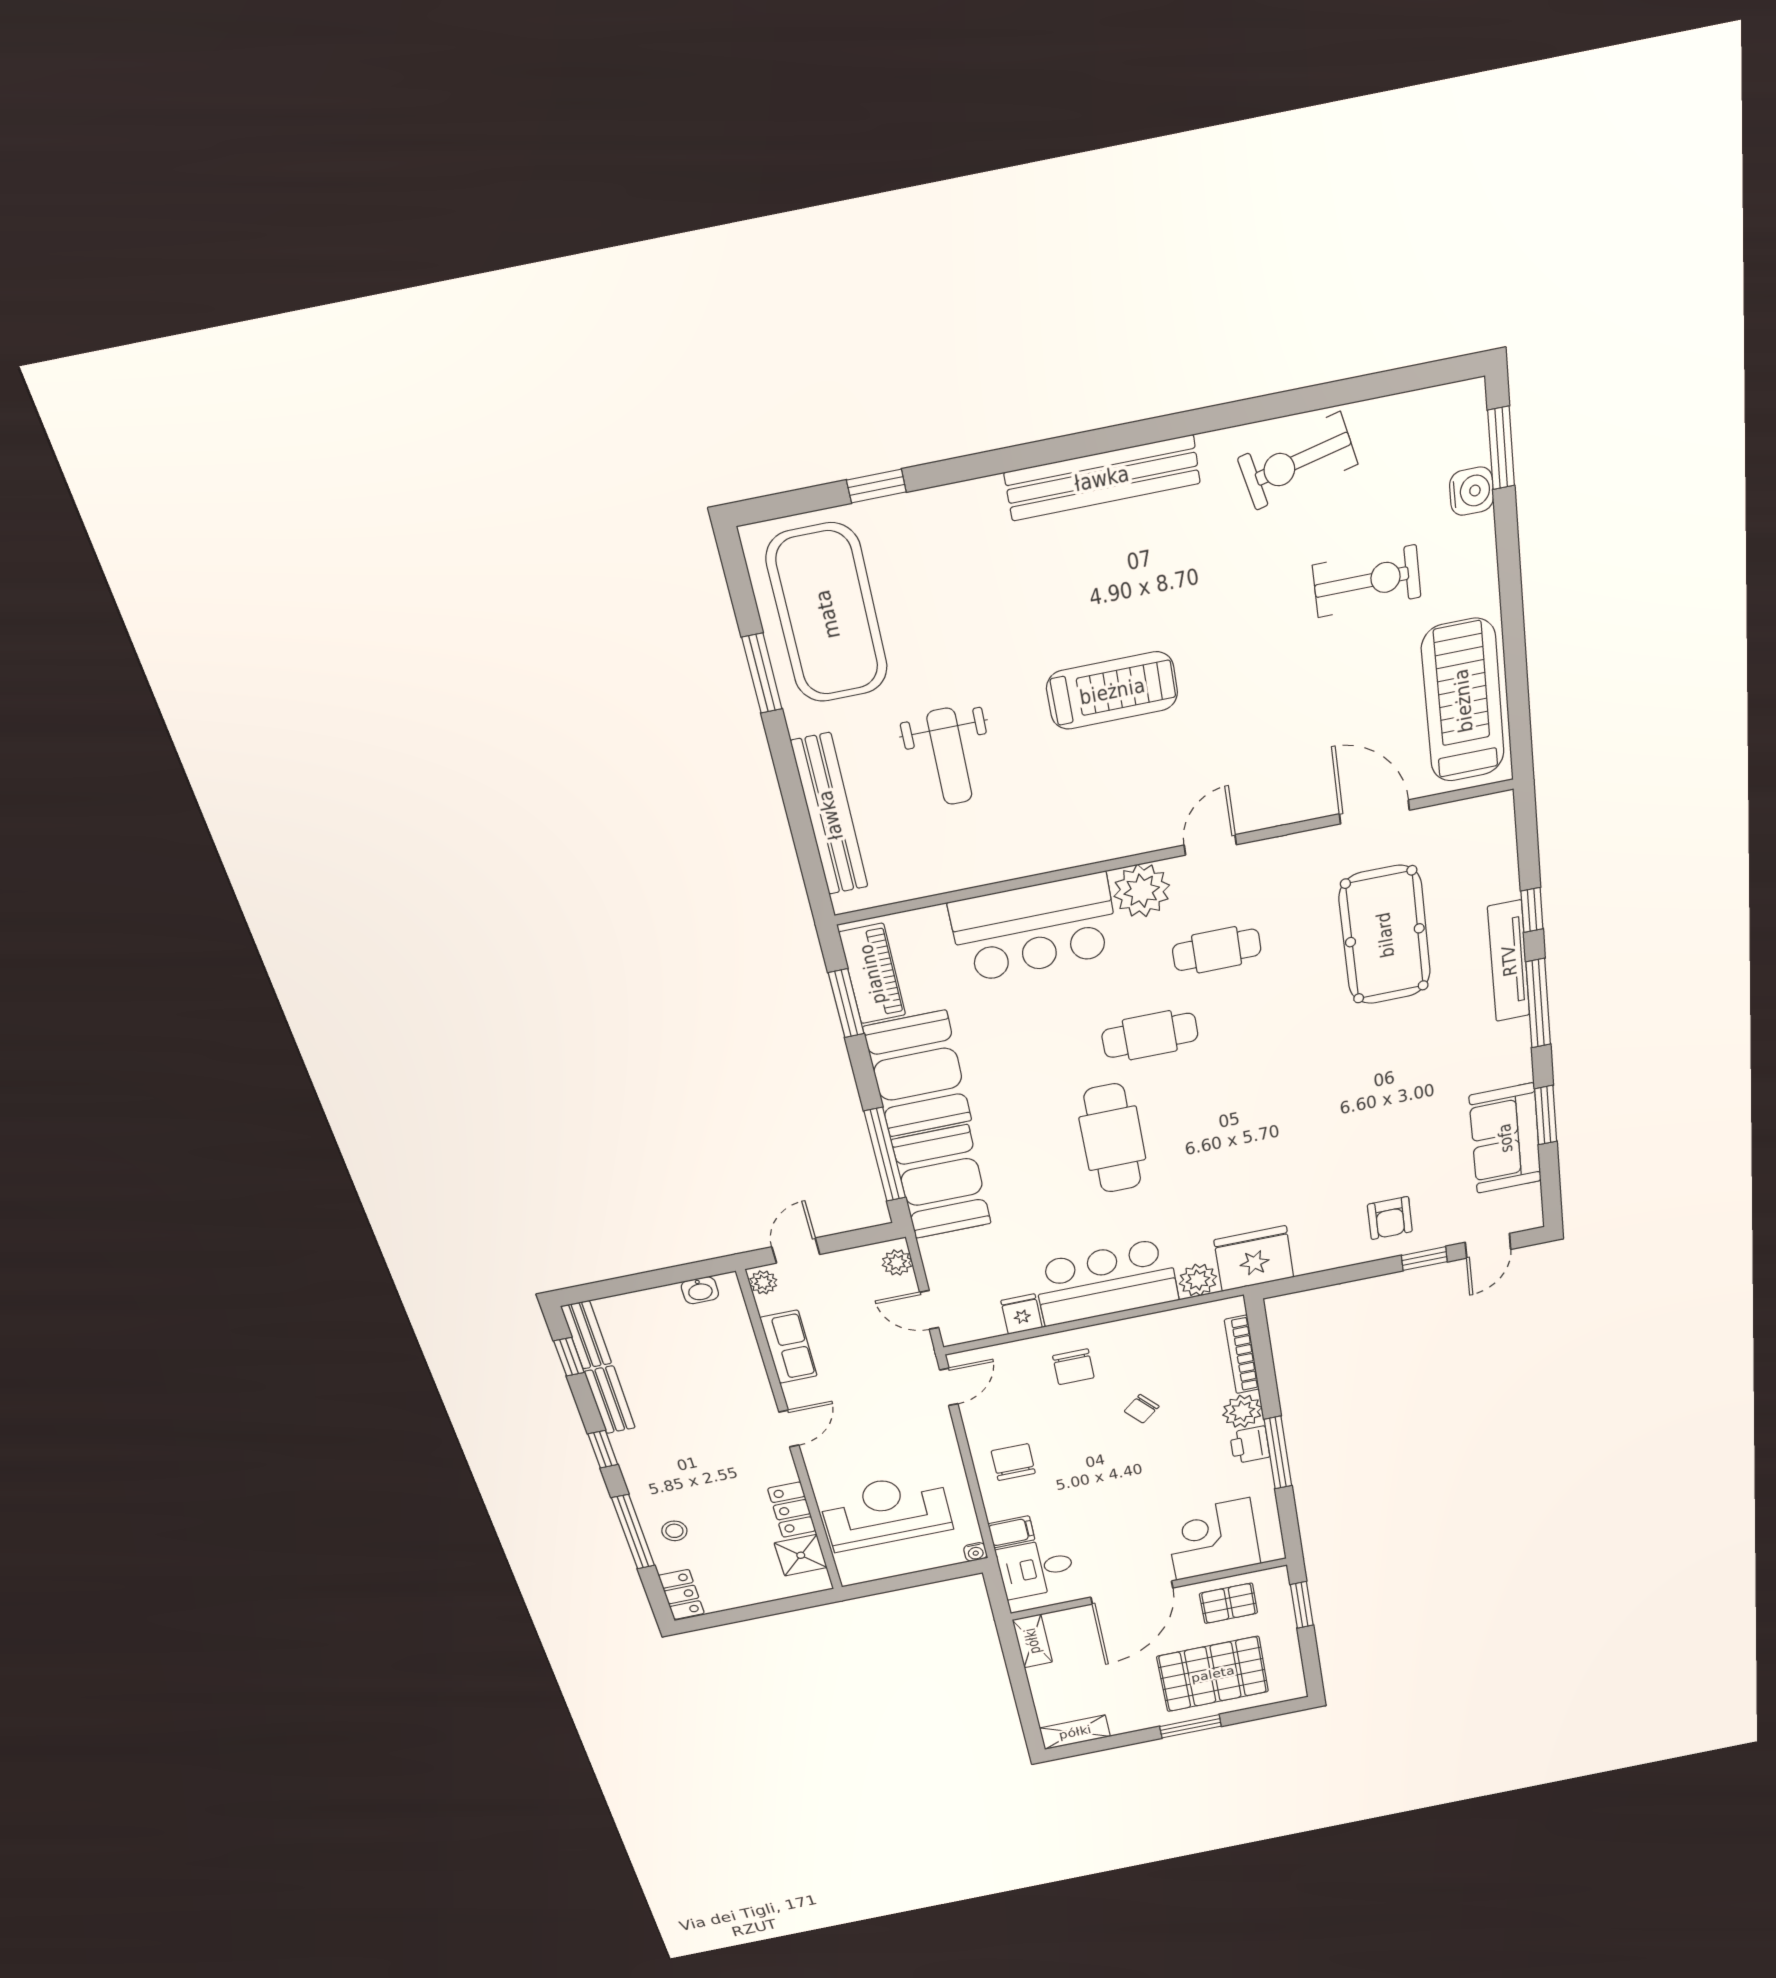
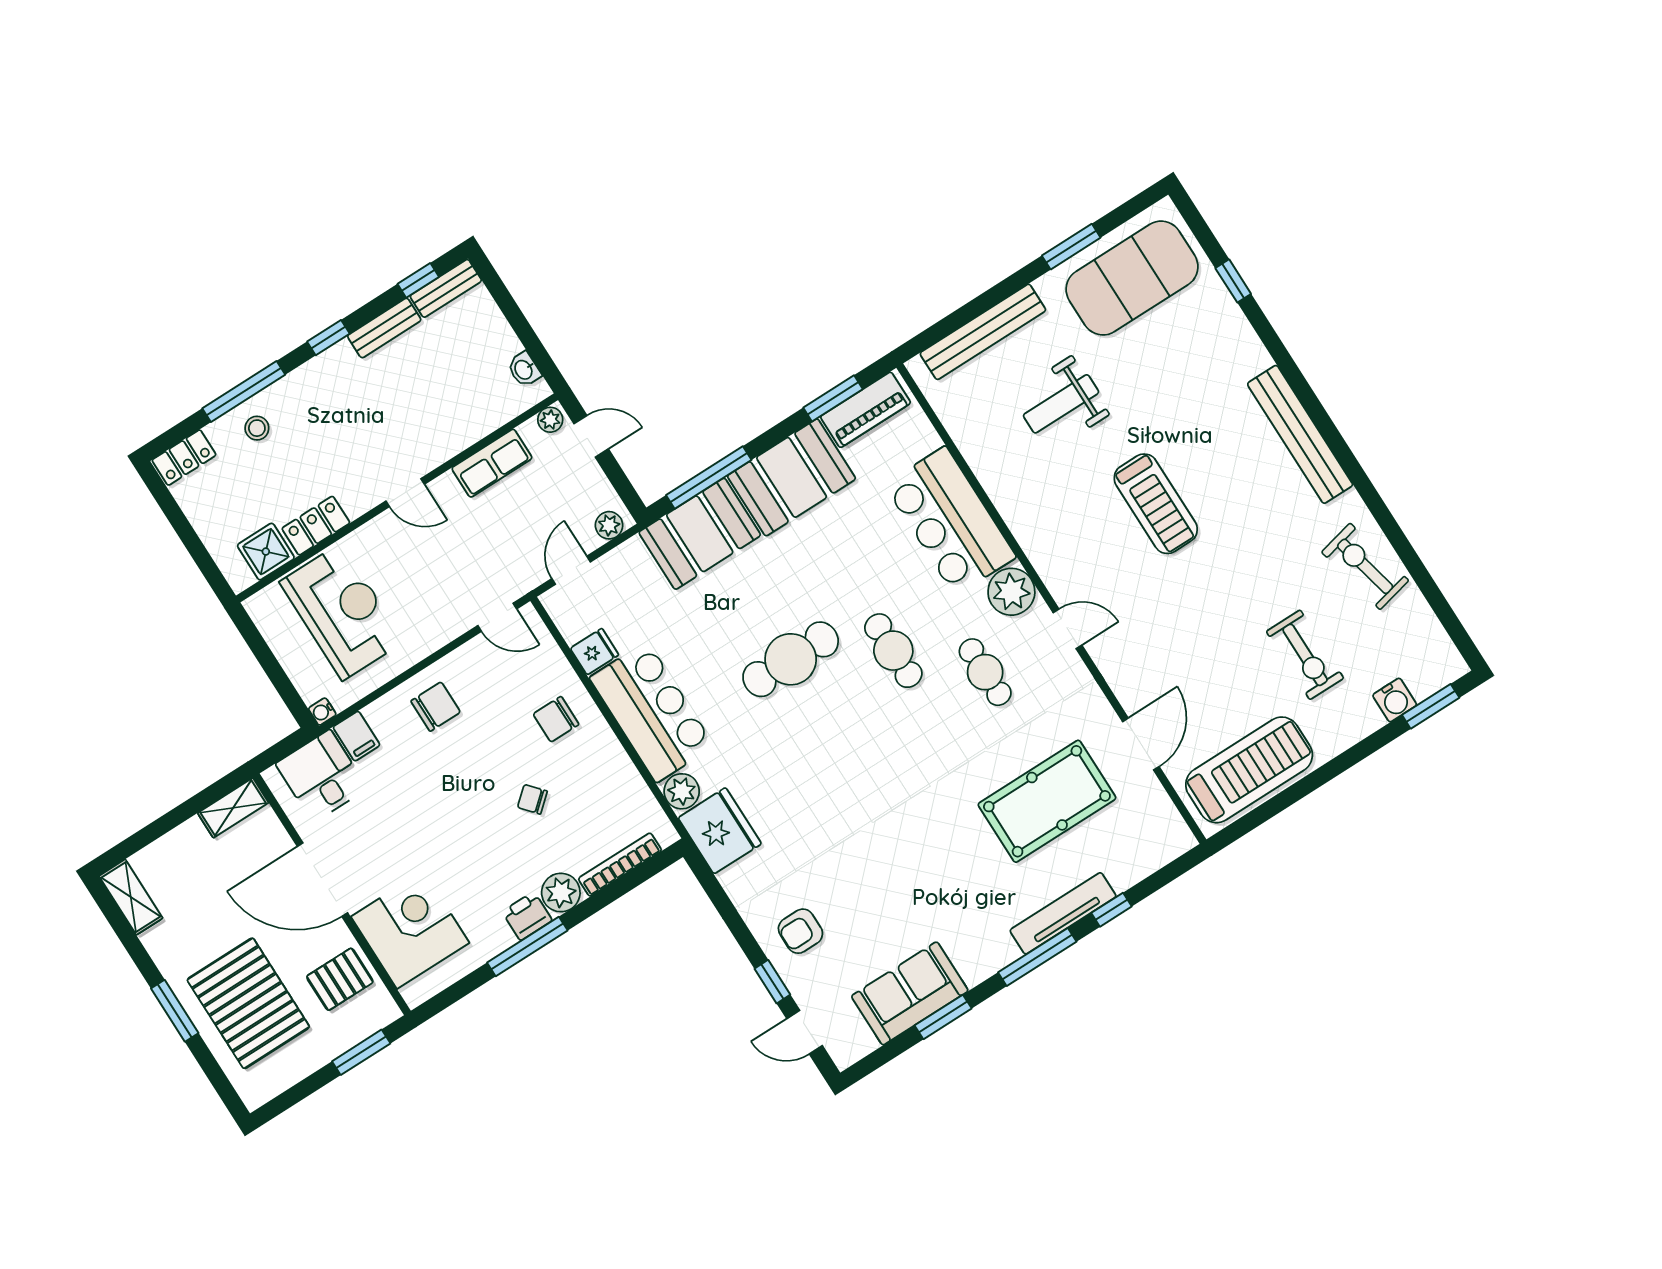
pallet: (1228, 1603) -> (340, 979), turned 90

